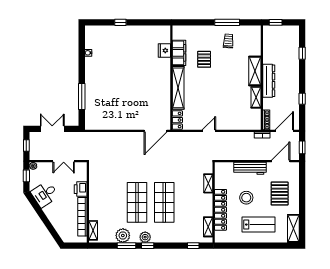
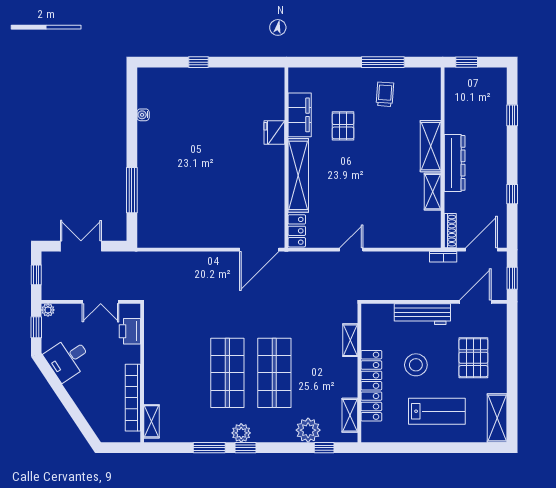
fridge: (164, 51) -> (274, 132), moved
printer: (81, 189) -> (130, 331), moved
plant: (123, 235) -> (308, 430), moved

